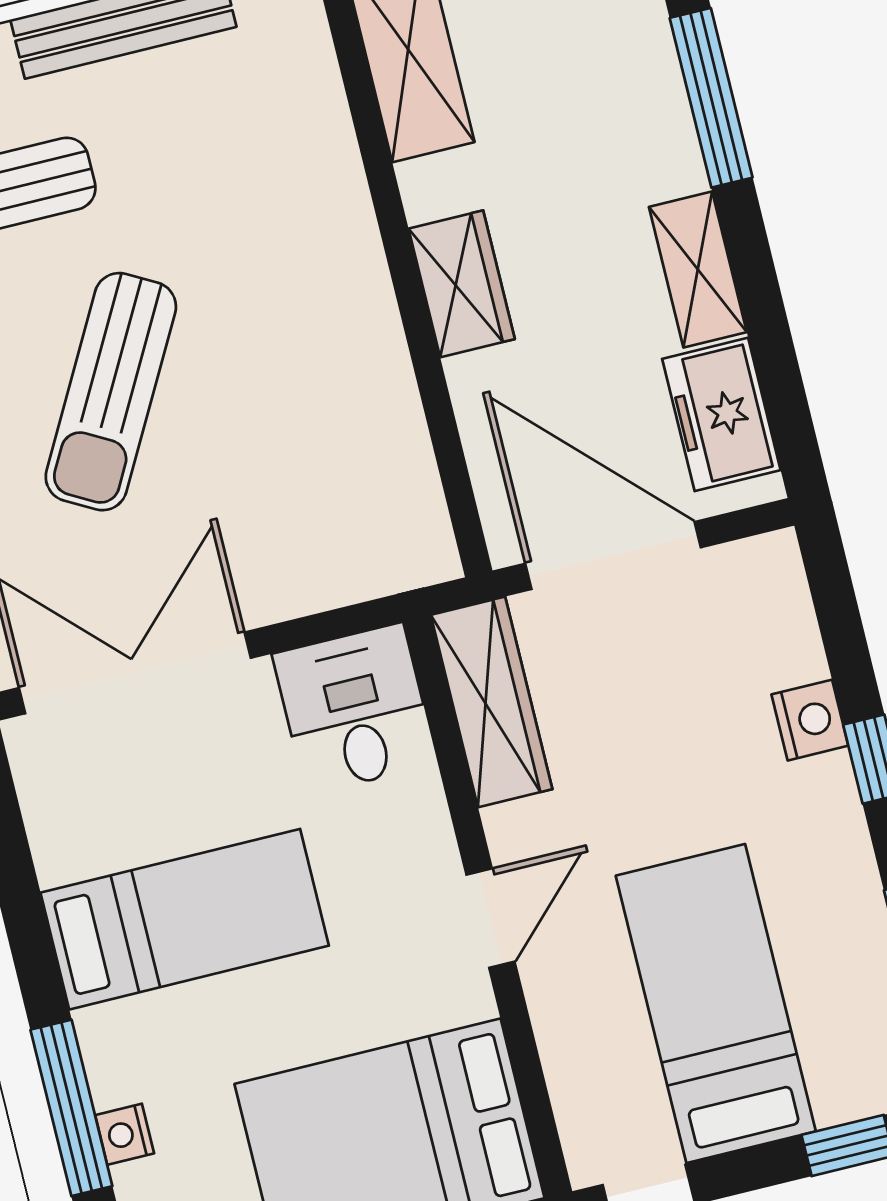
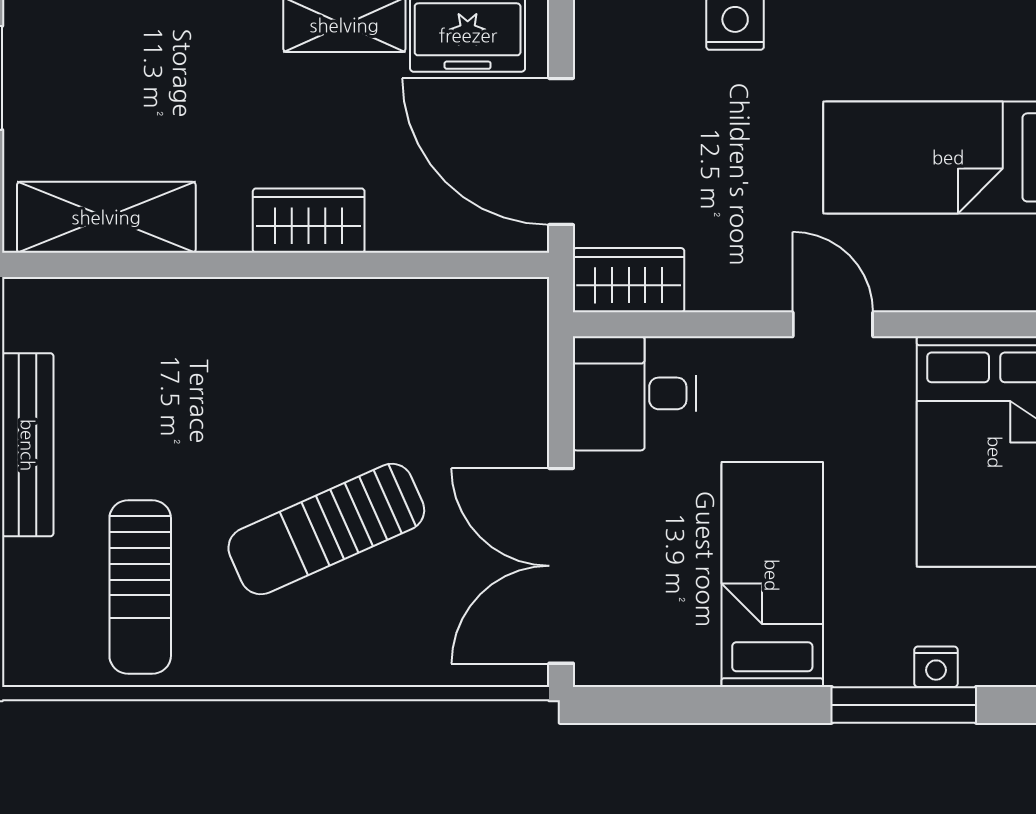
sun lounger: (111, 392) -> (326, 529), turned 127
door: (613, 555) -> (561, 151), hinge flipped
wardrobe: (492, 702) -> (629, 280), width x0.67

